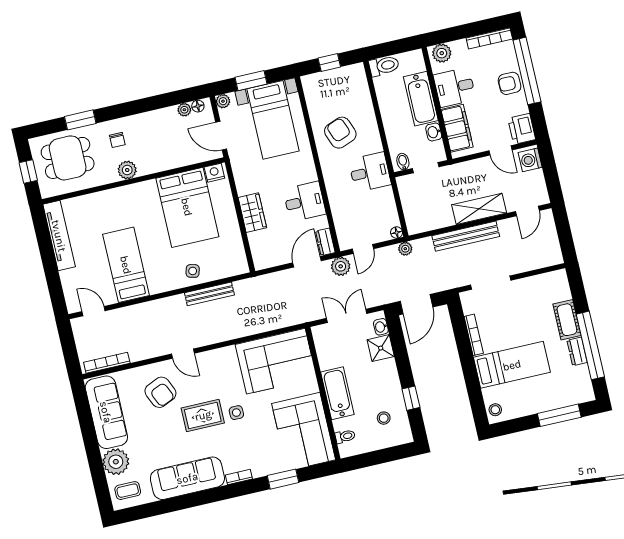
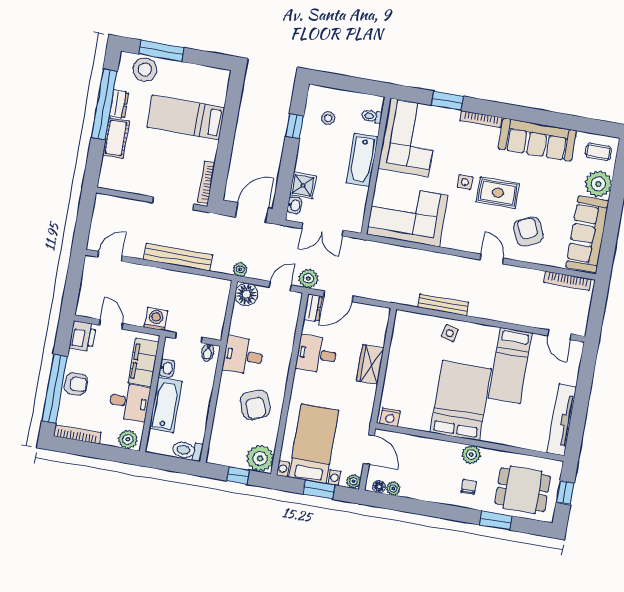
plant: (316, 86) -> (260, 458), added
washing machine: (530, 160) -> (156, 319), moved, turned -90
bed: (187, 207) -> (461, 401), moved
shelving: (479, 209) -> (155, 278), removed
floor lamp: (397, 232) -> (246, 294), width x1.89, depth x1.89
bookcase: (474, 335) -> (206, 182), moved
stool: (495, 410) -> (145, 69), moved, width x1.89, depth x1.89
bookcase: (239, 477) -> (481, 119), width x1.56

